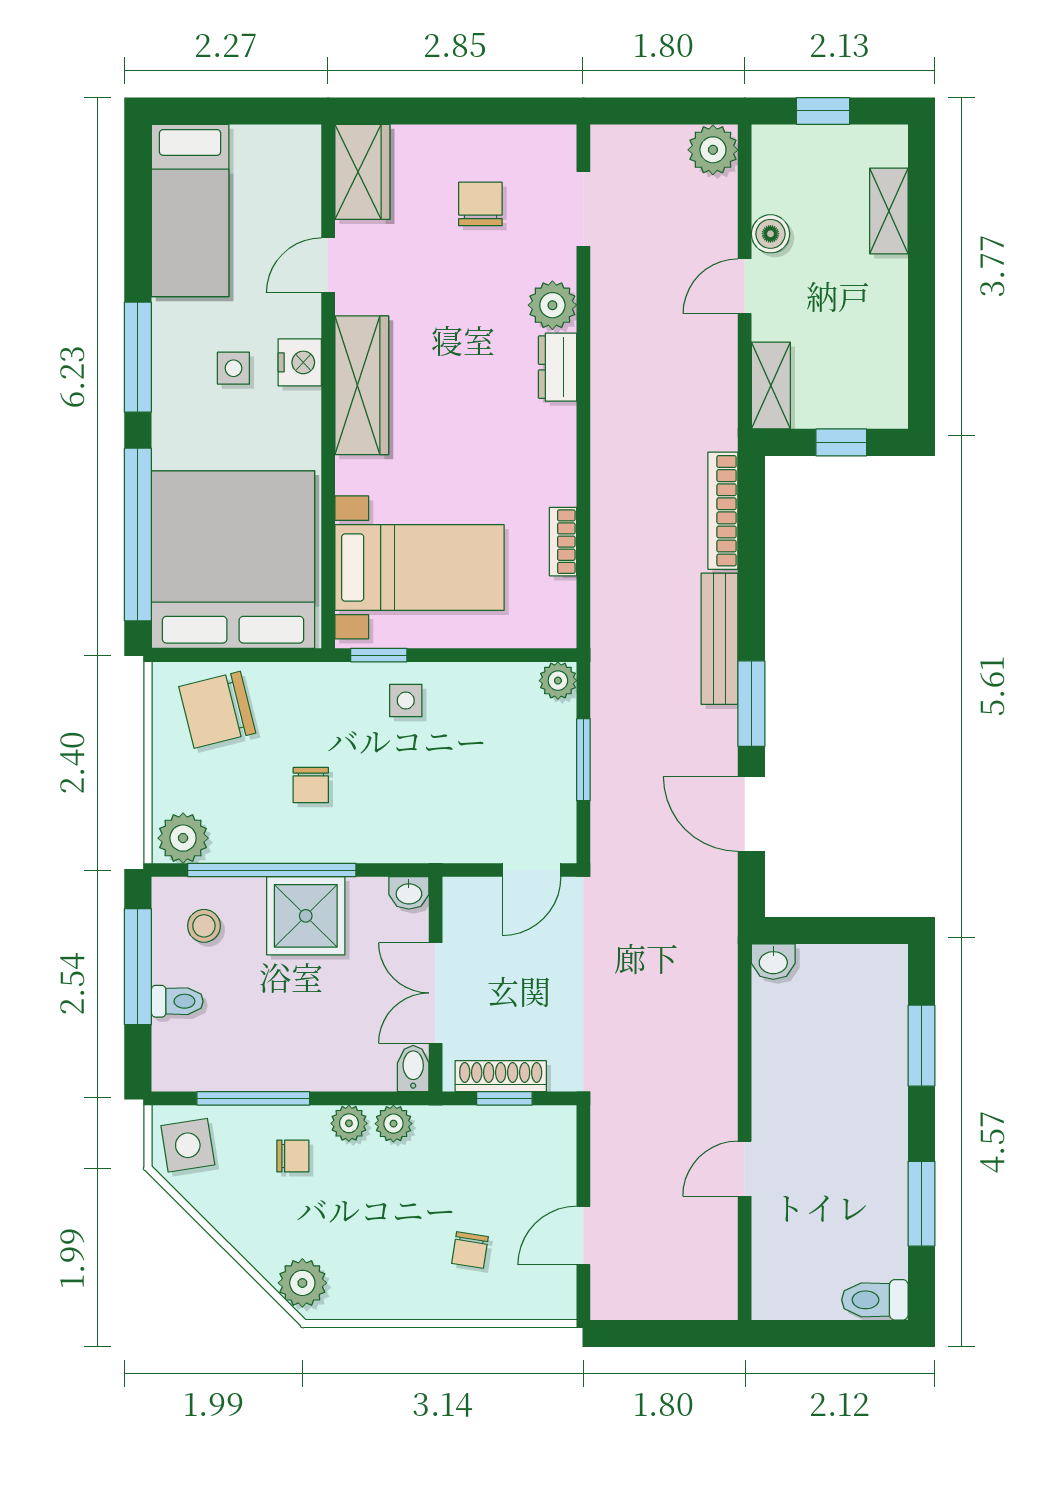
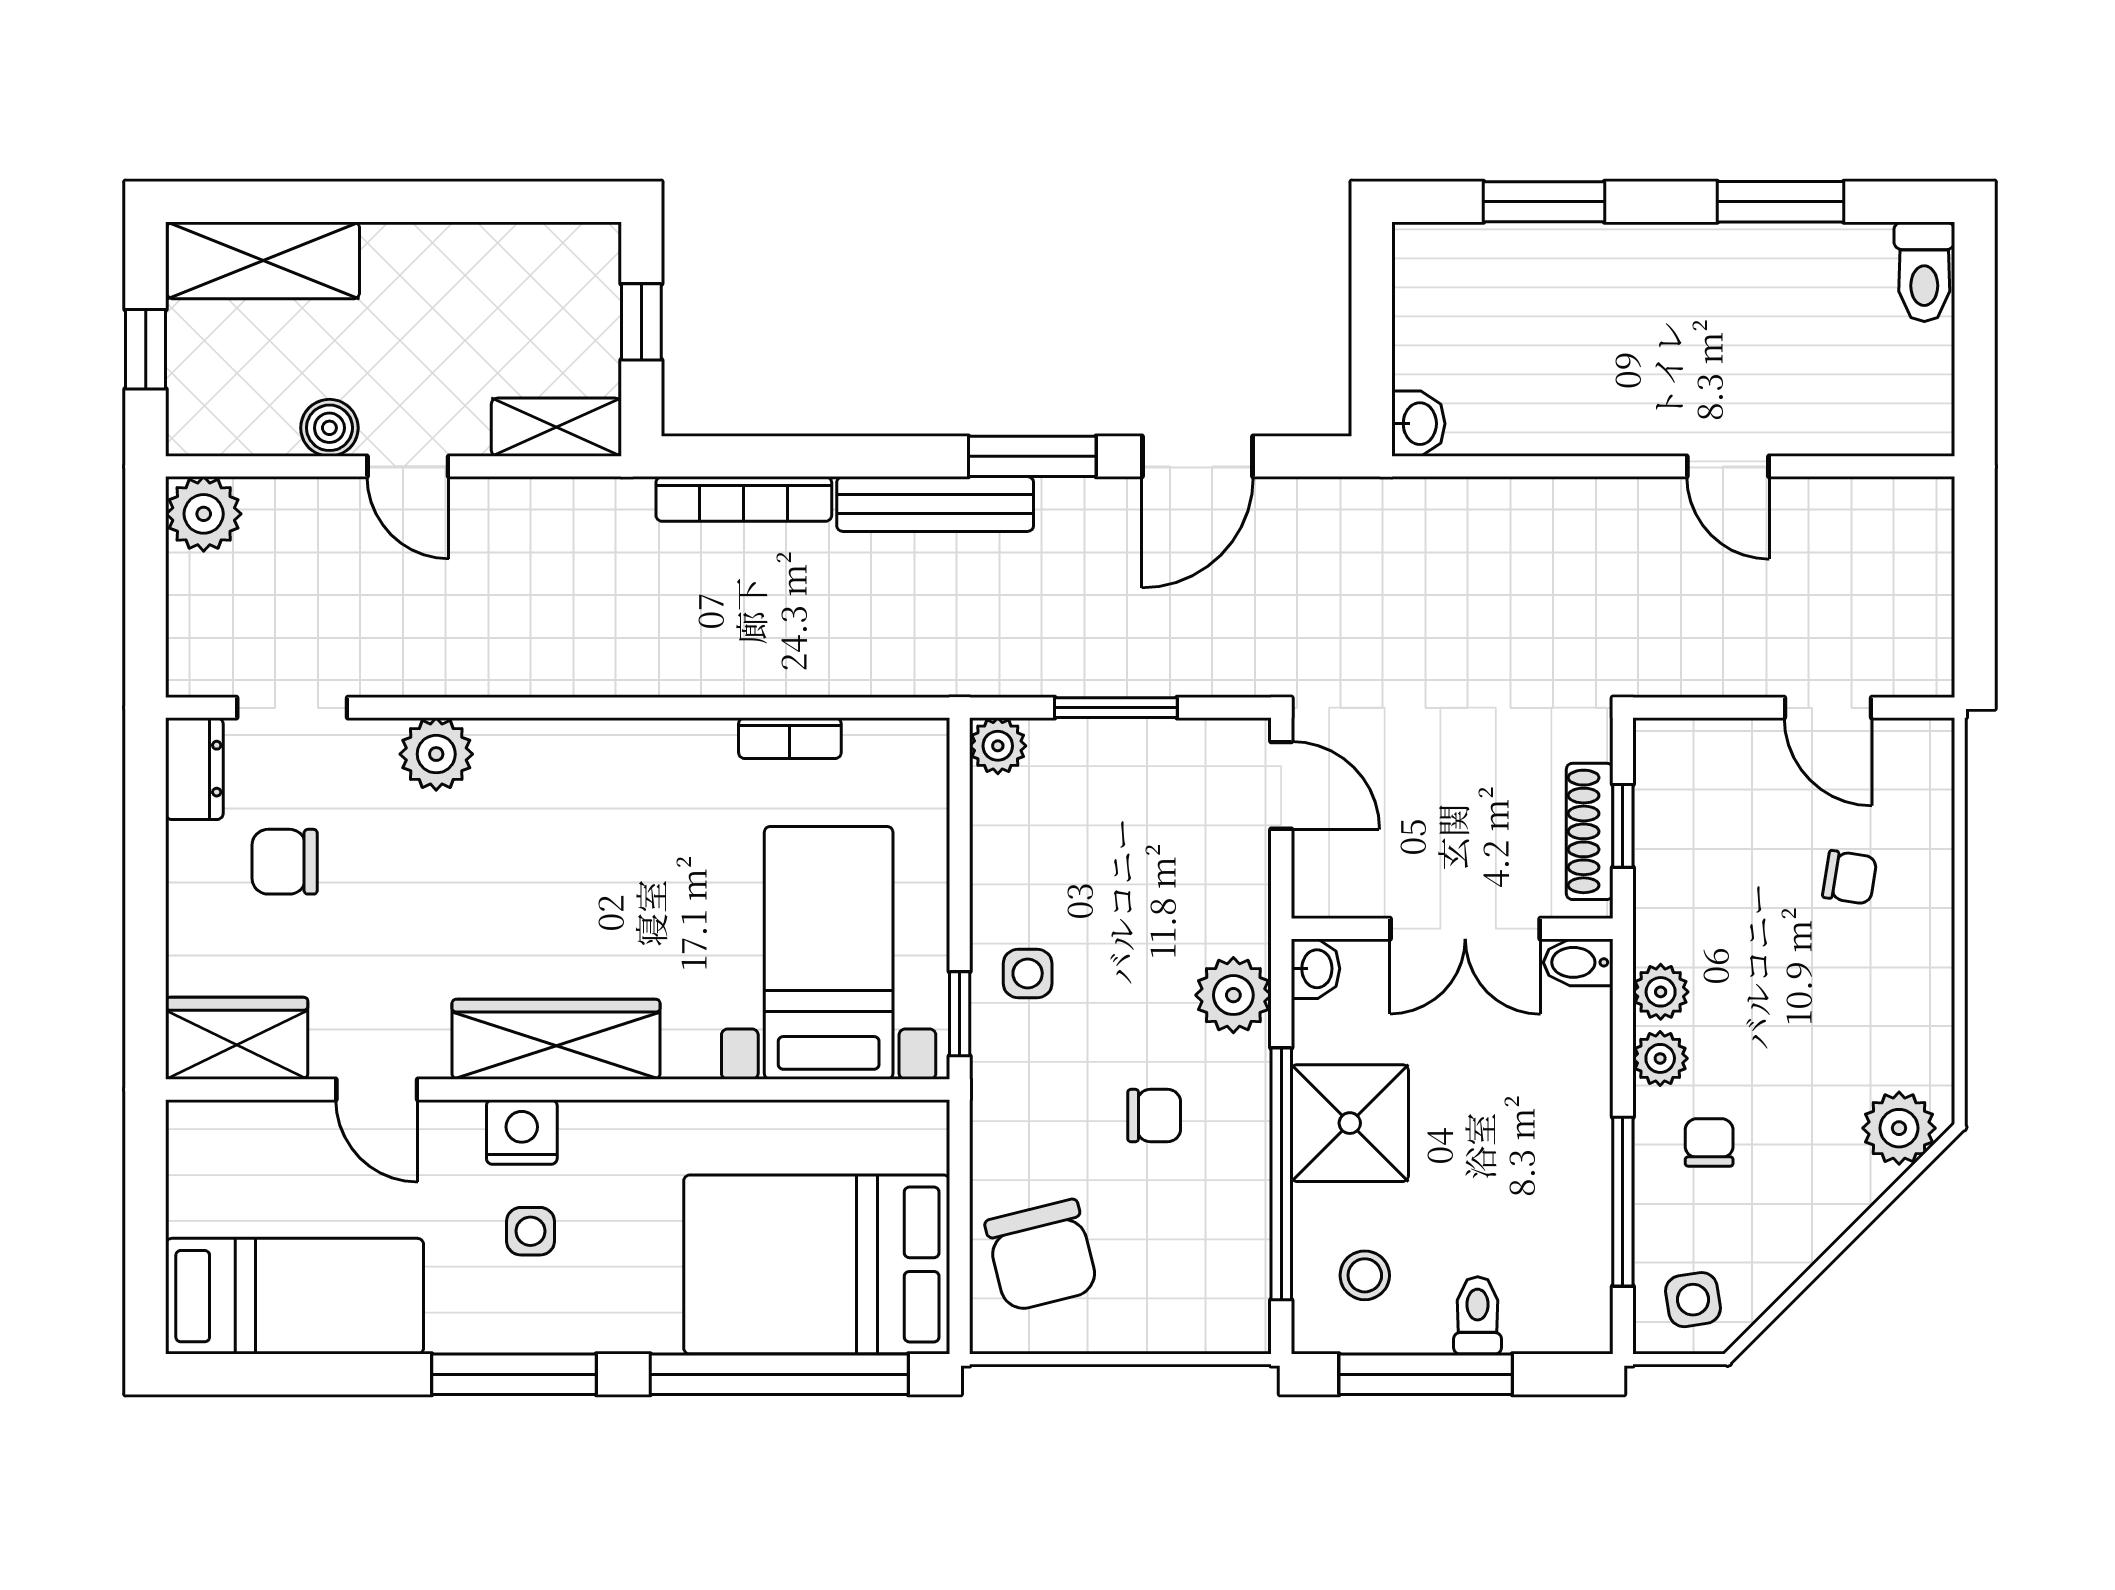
shelving: (889, 211) -> (263, 260), width x1.50, depth x1.33
dresser: (558, 367) -> (194, 769), moved, turned -90
bed: (233, 560) -> (817, 1265), width x0.73
plant: (183, 838) -> (1233, 995), moved
side table: (188, 1145) -> (1693, 1300), width x0.73, depth x0.73

